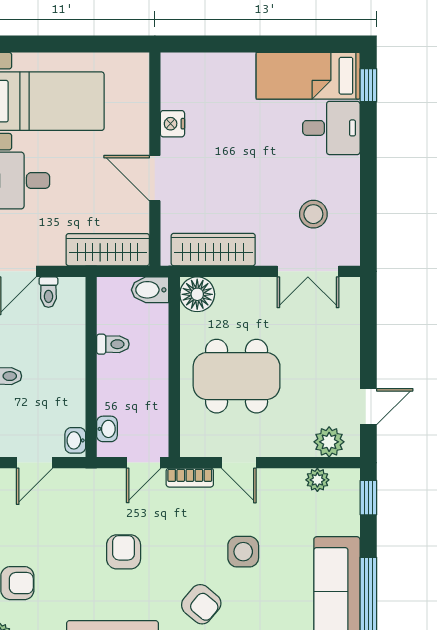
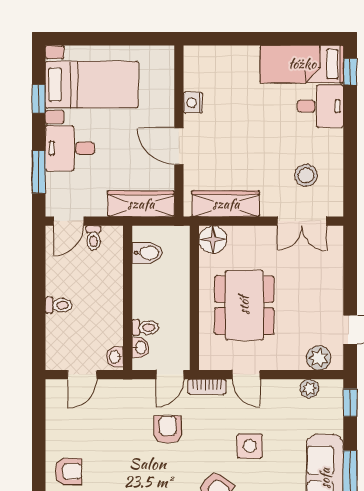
bidet: (150, 290) -> (147, 253), moved, turned 180
toilet: (113, 344) -> (145, 328), moved
dining table: (237, 376) -> (244, 305), turned 90
armchair: (124, 552) -> (168, 429), moved

